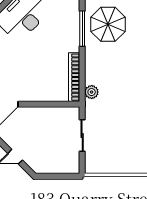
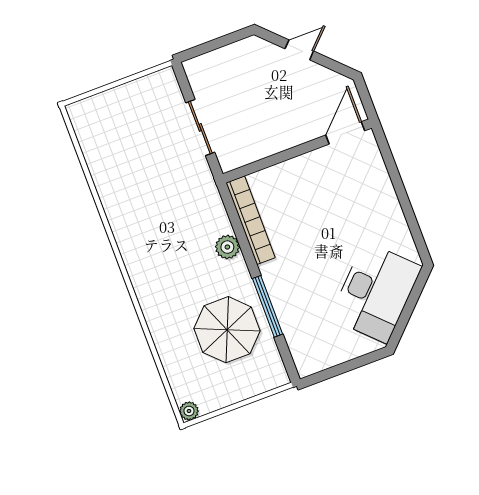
plant: (92, 92) -> (227, 247), moved

